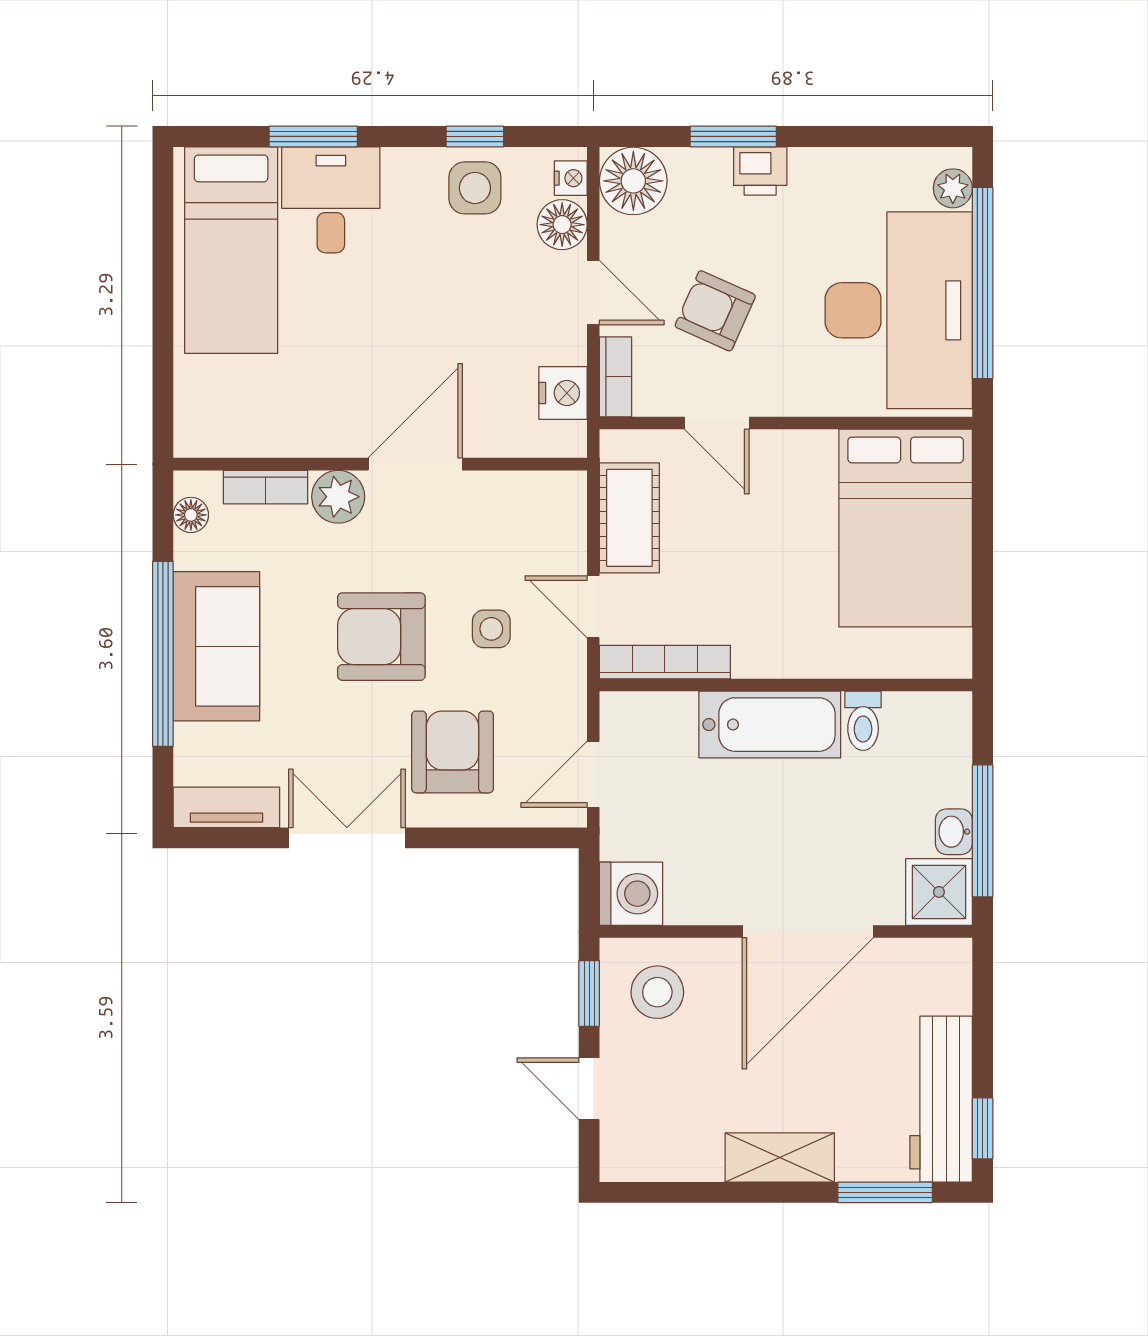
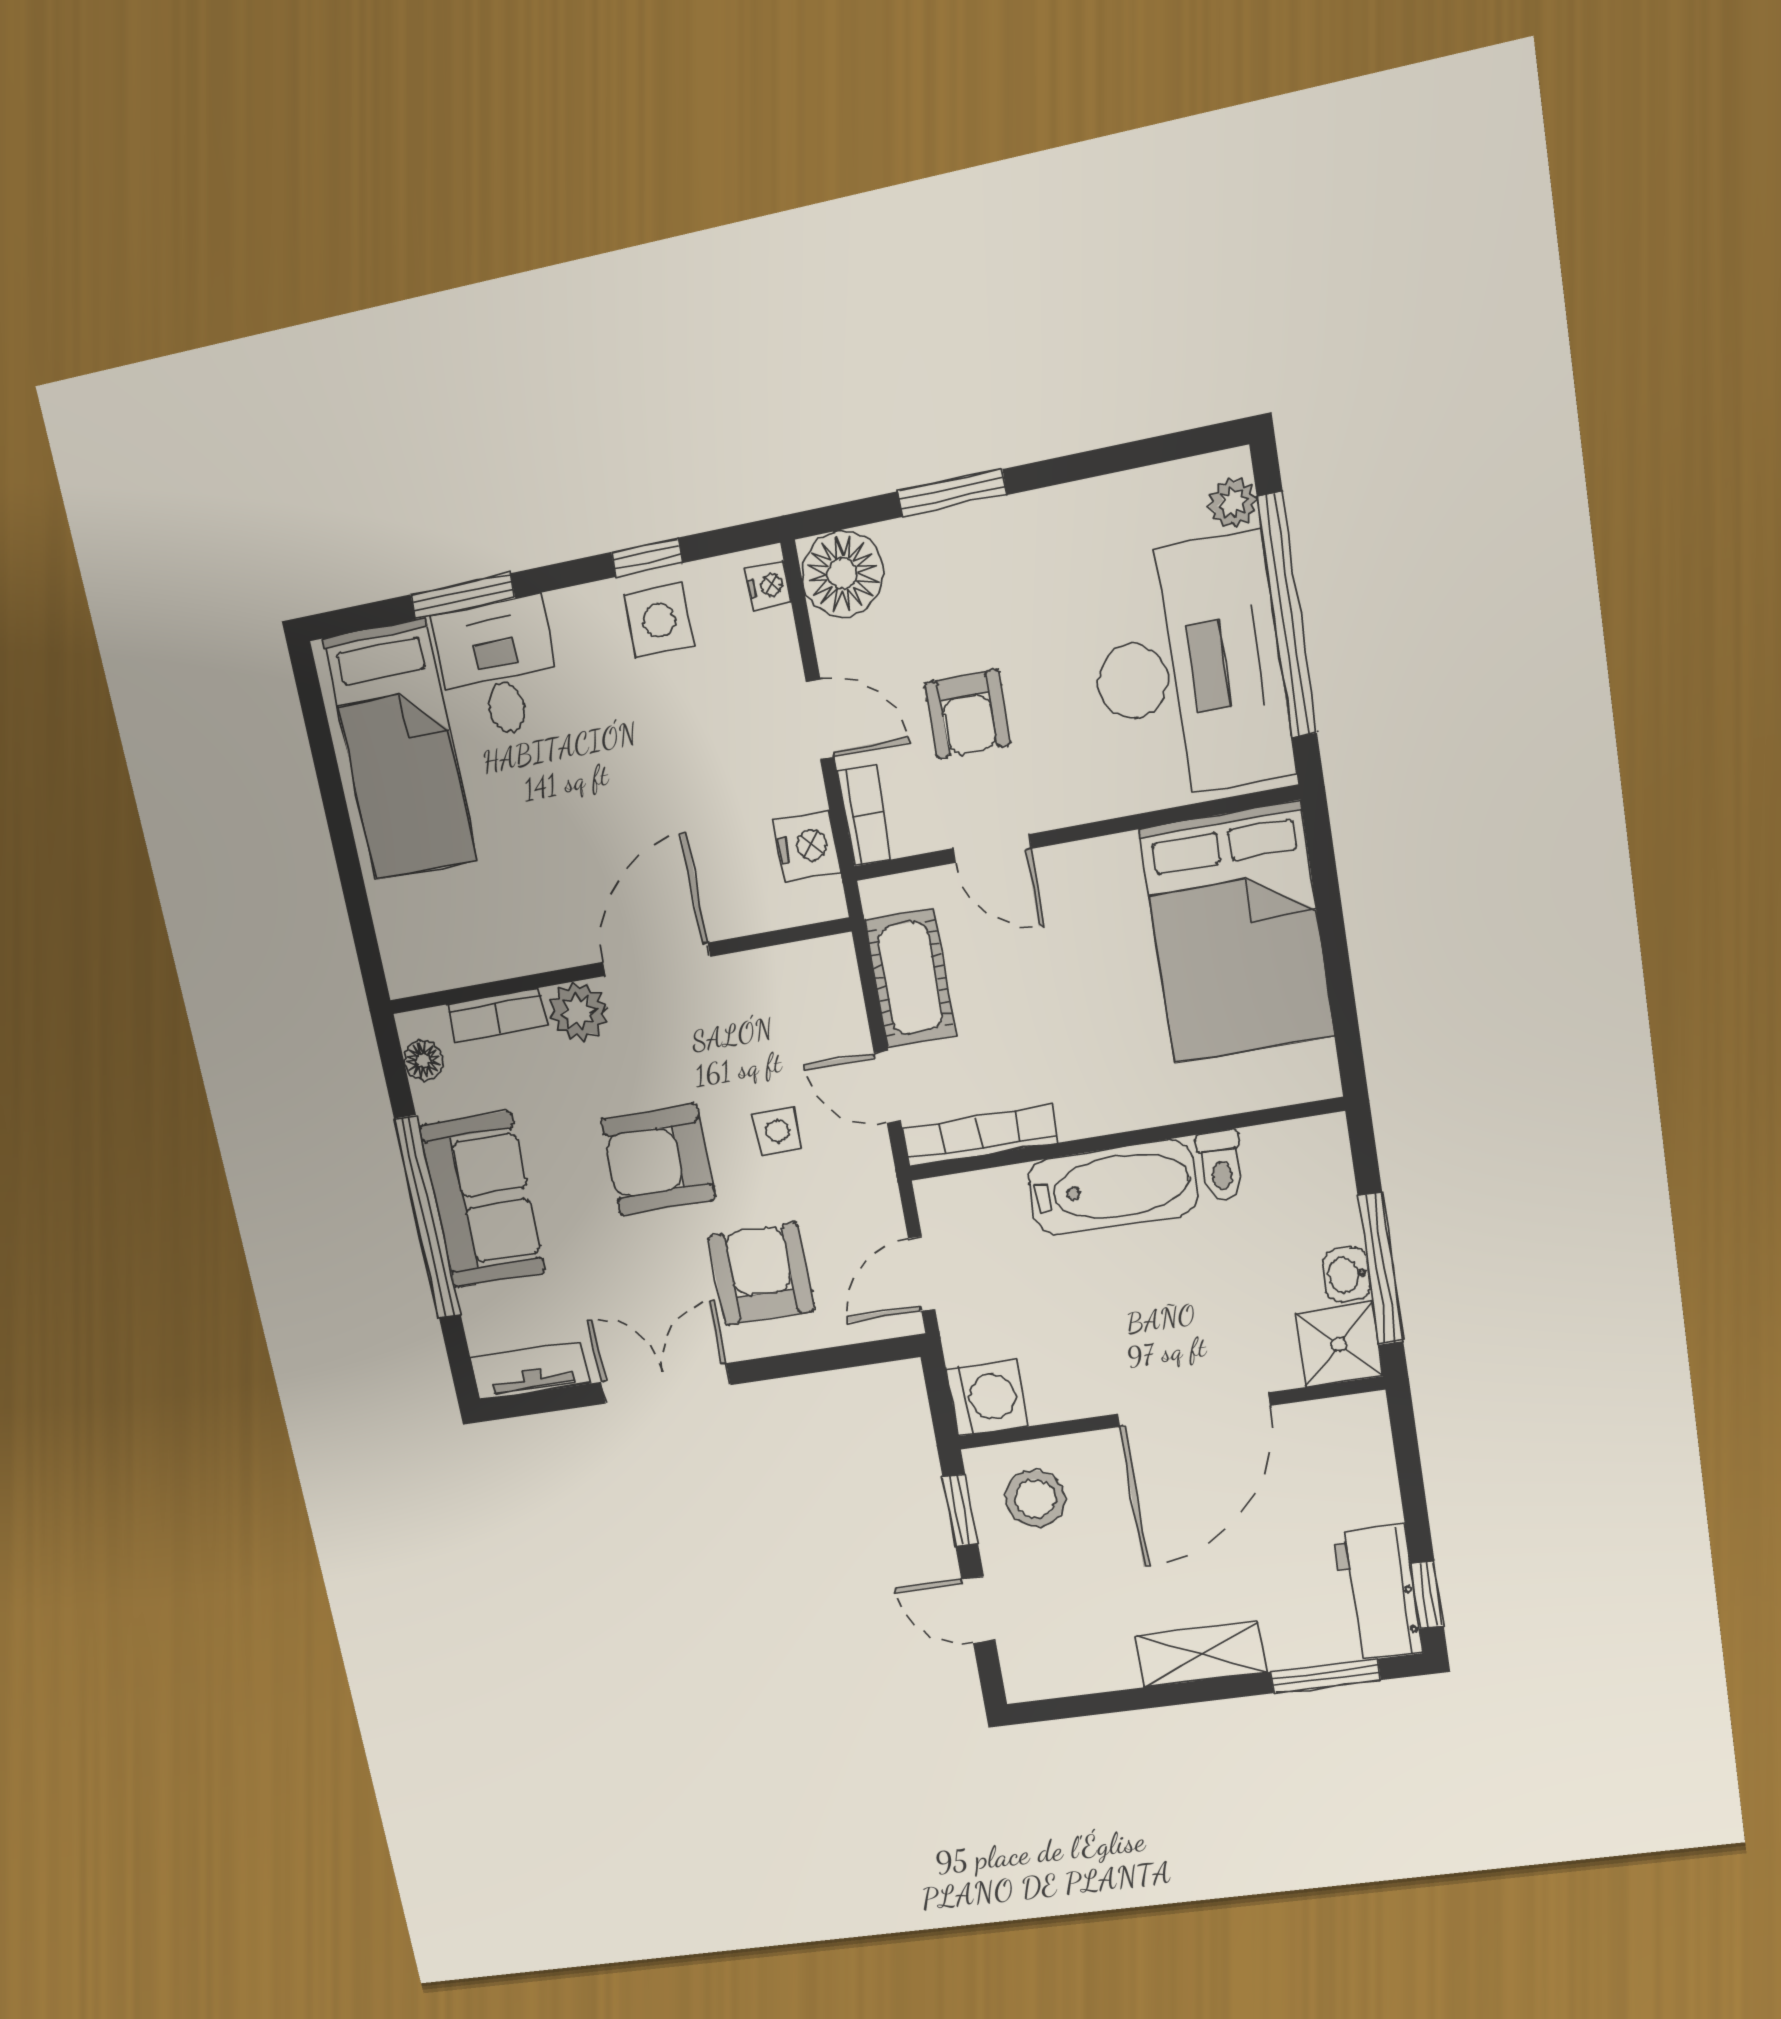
printer: (760, 171) -> (992, 530), removed
floor lamp: (562, 225) -> (769, 644), removed
armchair: (715, 311) -> (967, 714), turned -114
workbench: (941, 1099) -> (1378, 1594), width x0.73

